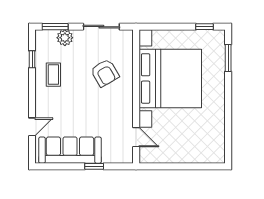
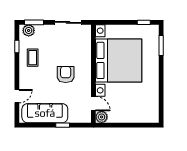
plant: (65, 38) -> (29, 30), moved
armchair: (105, 73) -> (66, 74), moved, turned -150
plant: (147, 155) -> (102, 117), added

